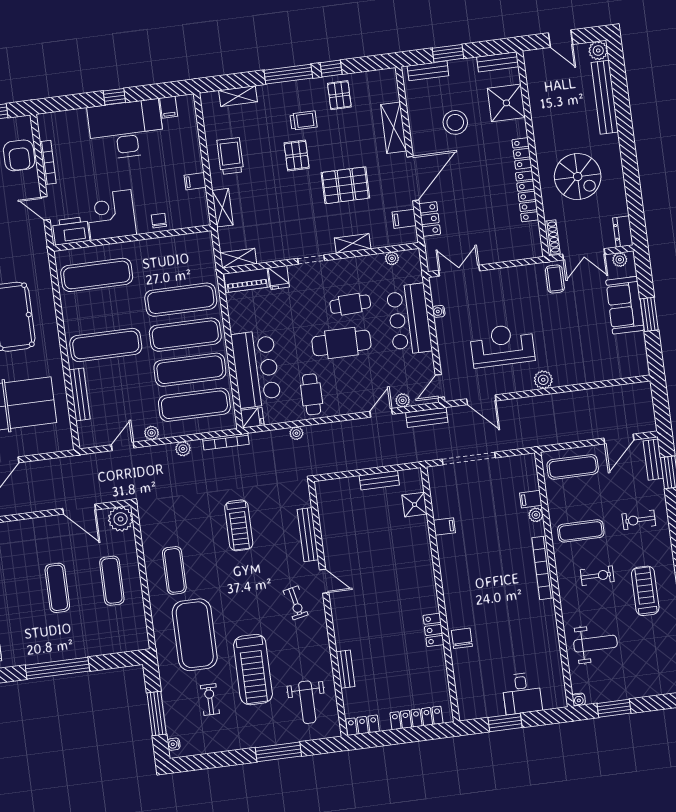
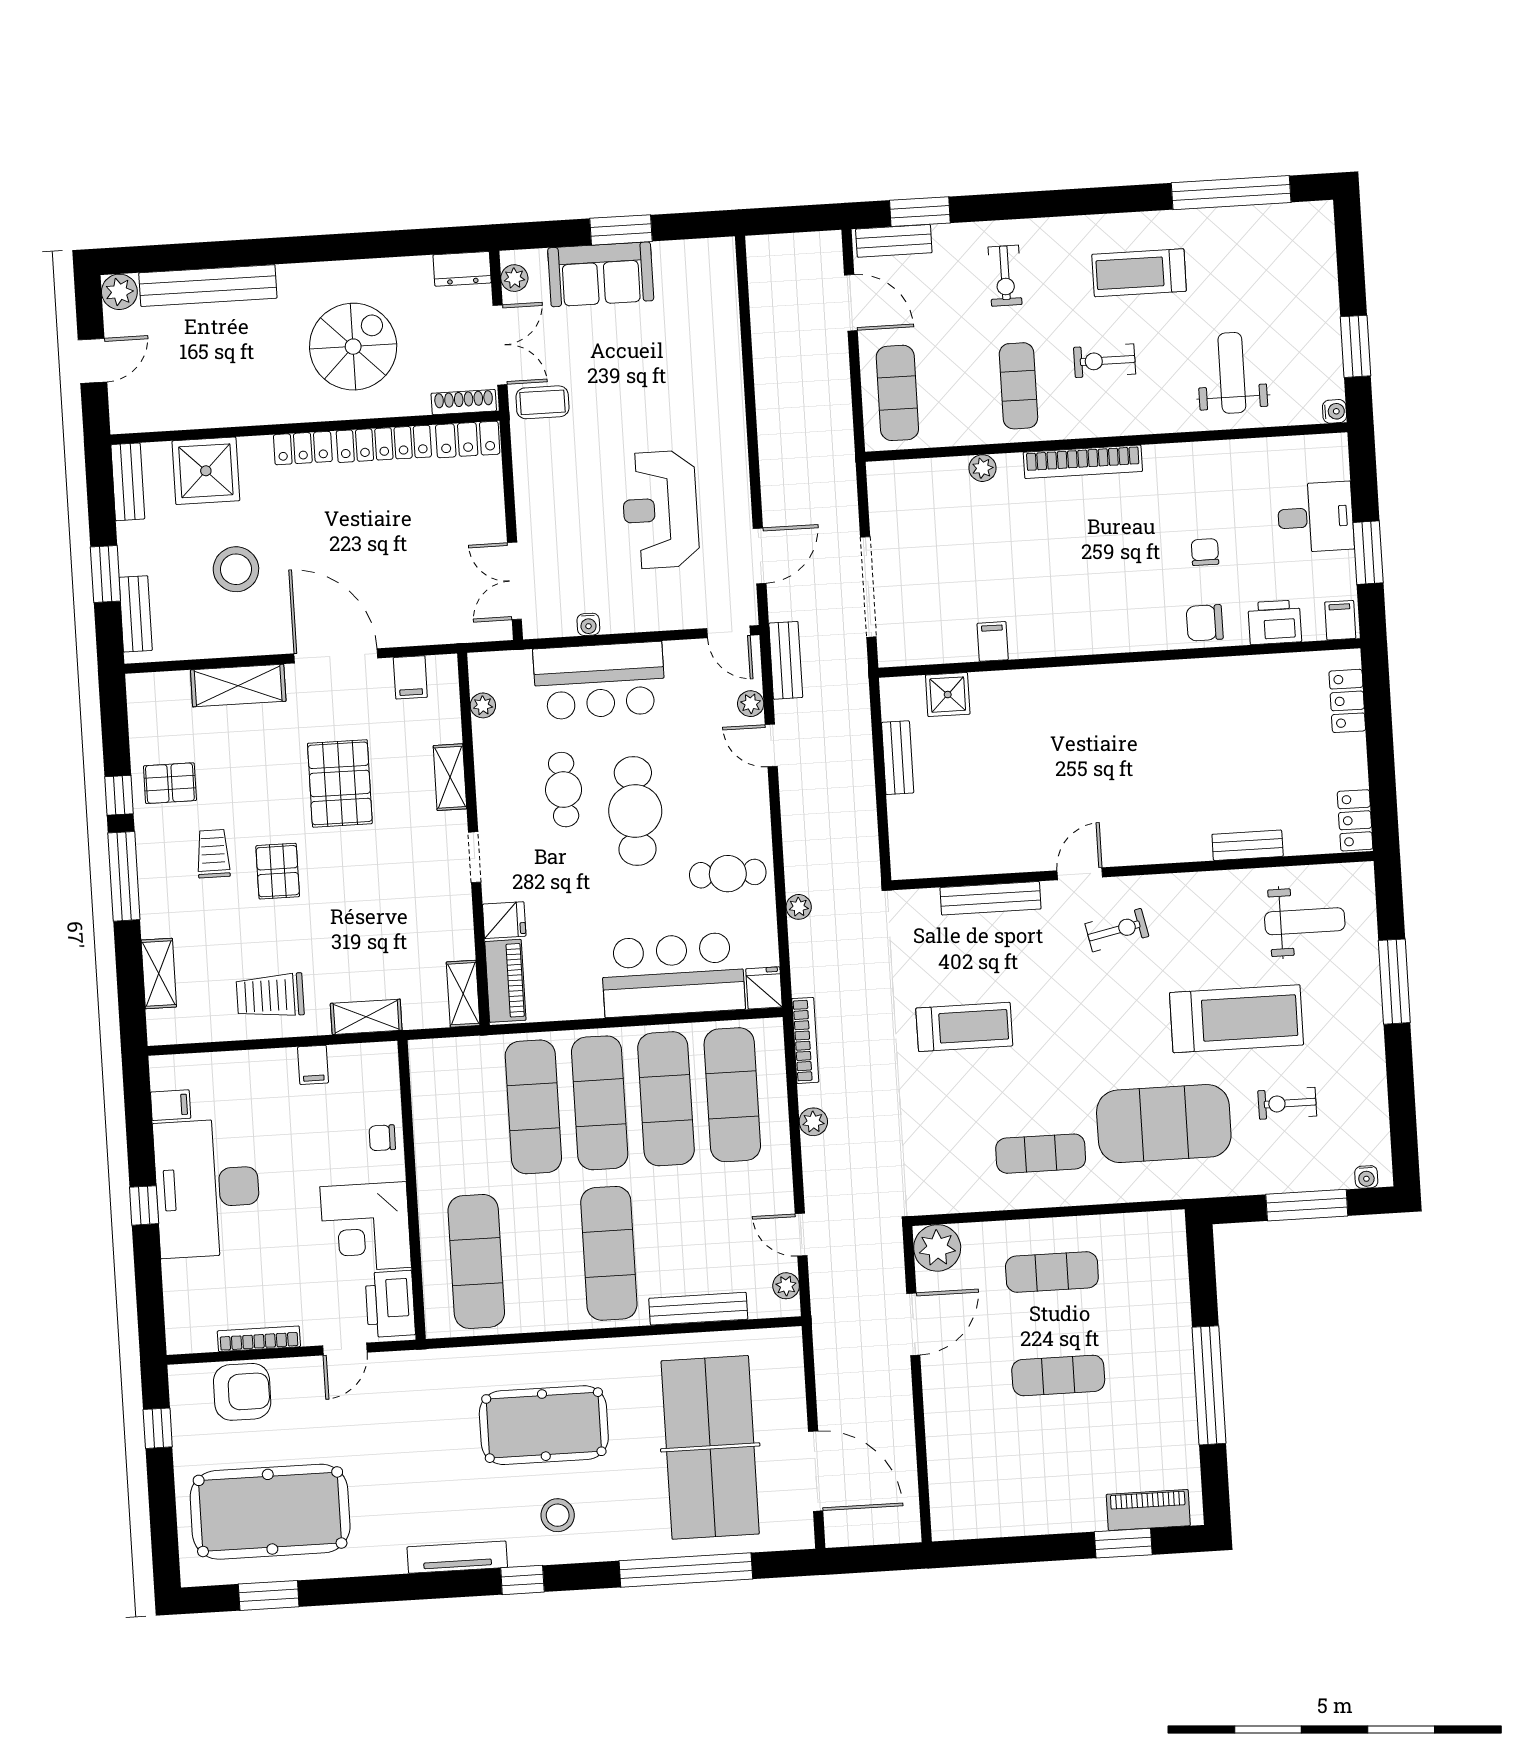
pallet: (297, 155) -> (278, 871), turned 90
locker: (430, 219) -> (468, 439), moved, turned 180
plant: (543, 380) -> (730, 437), removed
plant: (152, 433) -> (786, 1286), moved
filing cabinet: (531, 499) -> (1340, 620), moved, turned 180
exercise bike: (597, 576) -> (1105, 361), turned -90
locker: (433, 630) -> (1185, 675), removed
chair: (499, 636) -> (1205, 552), added
printer: (465, 675) -> (1275, 622), added
locker: (416, 718) -> (1347, 701), width x0.66

